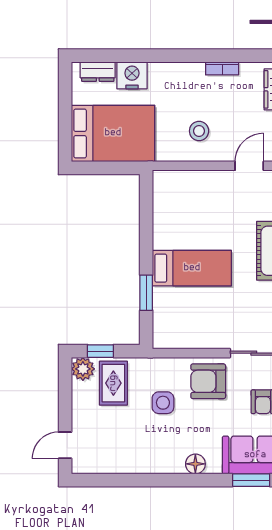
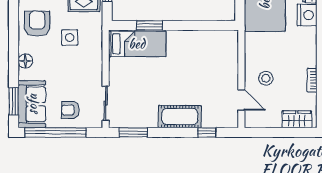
stool: (199, 131) -> (266, 78), moved
bed: (192, 268) -> (137, 44), moved, turned -90
armchair: (208, 381) -> (37, 24), moved

